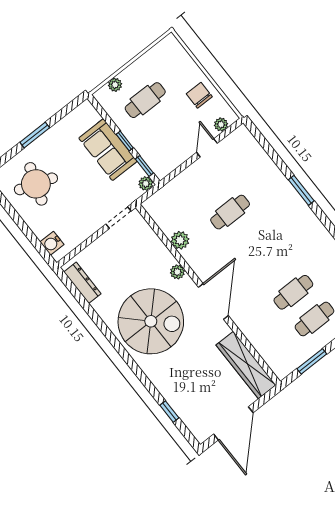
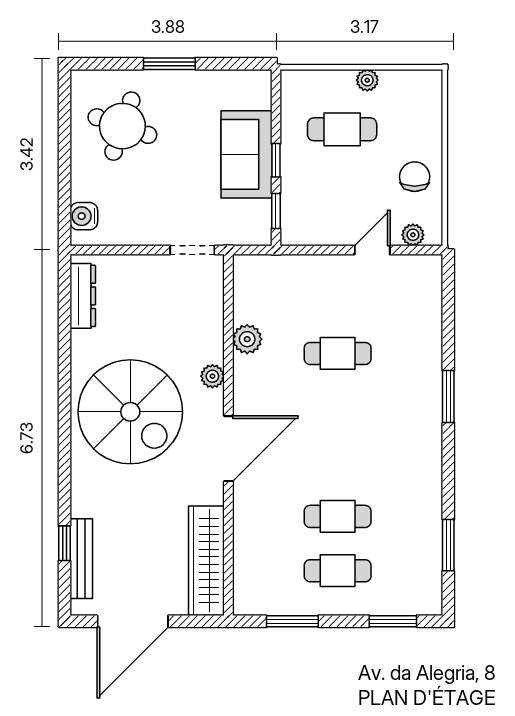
plant: (115, 85) -> (367, 80), moved
plant: (146, 184) -> (260, 234), removed
bench: (184, 413) -> (81, 559), added

